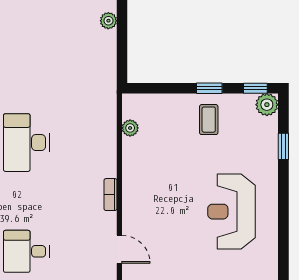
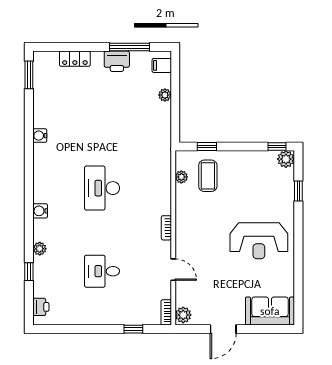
window: (209, 88) -> (207, 147), moved
coffee table: (209, 120) -> (208, 176), moved, width x1.36, depth x1.30
reception desk: (232, 212) -> (259, 241), turned -90

